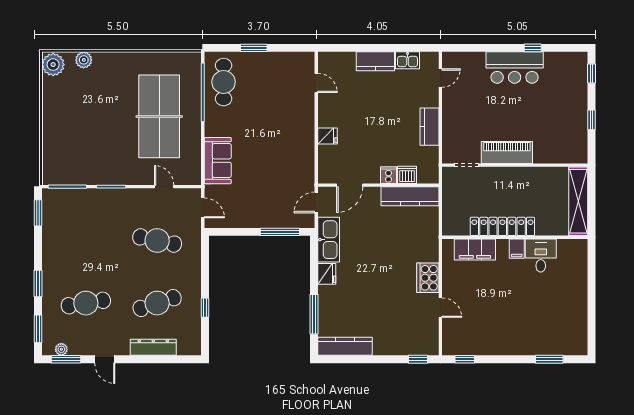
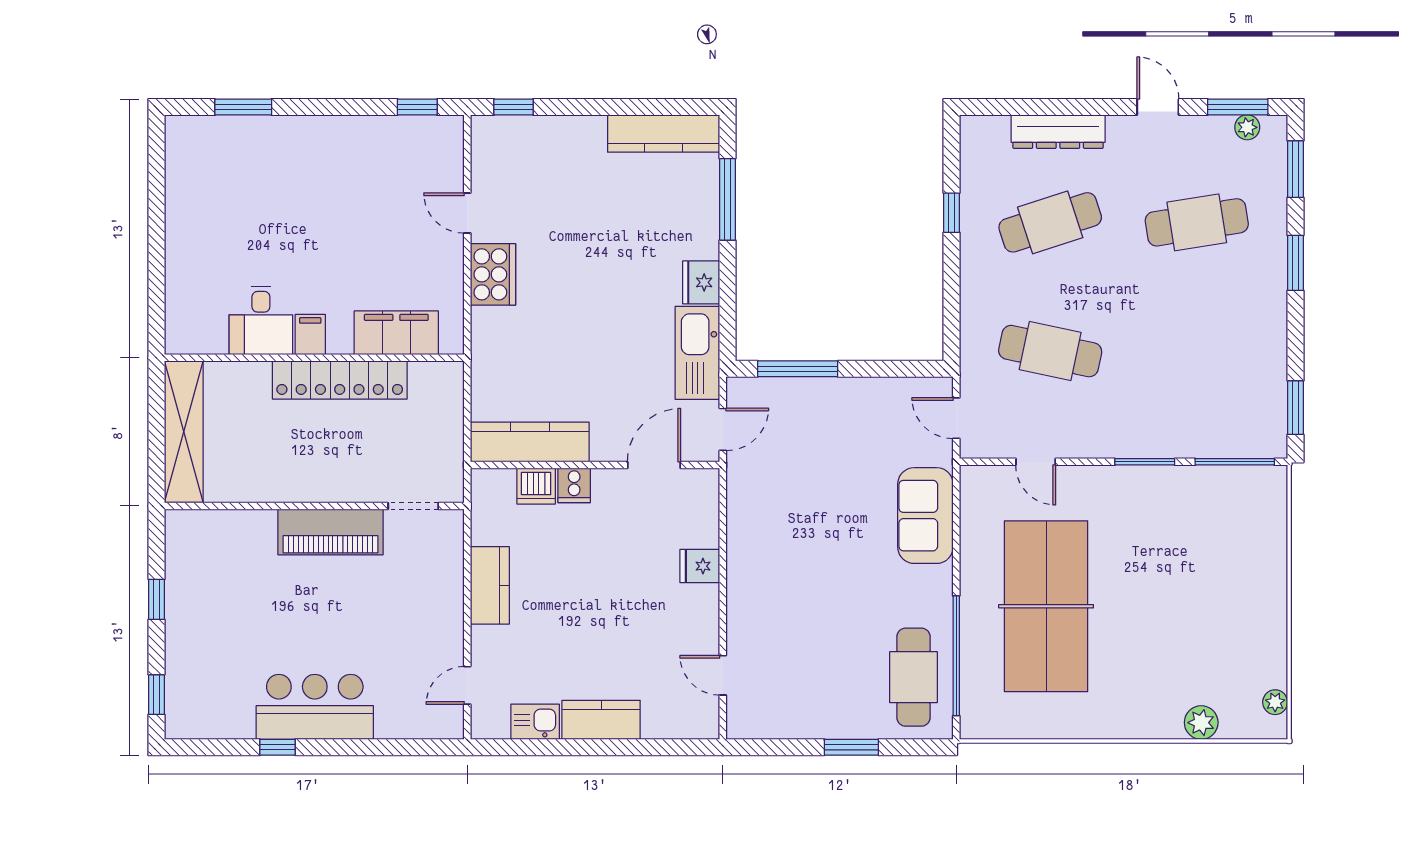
plant: (53, 65) -> (1275, 702), width x0.53, depth x0.53

